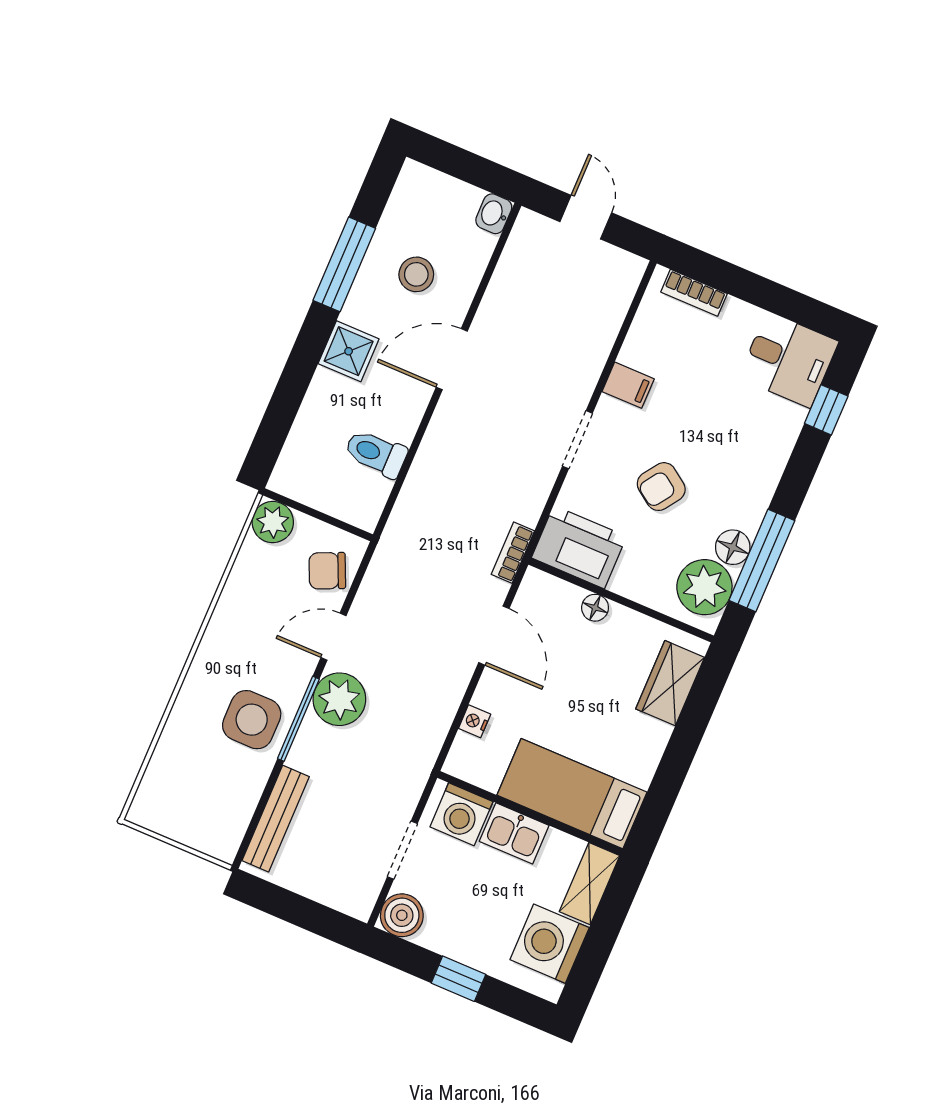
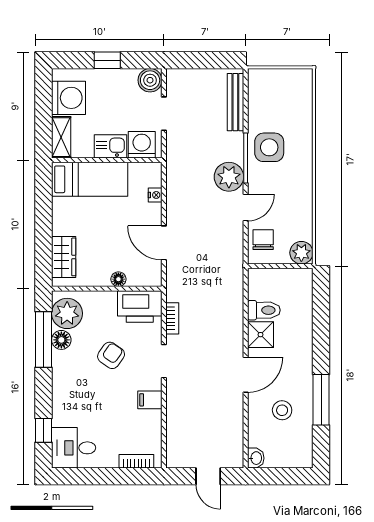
shower: (349, 351) -> (261, 335), moved
bookcase: (513, 553) -> (172, 318), moved
chair: (327, 571) -> (263, 240), turned -66

